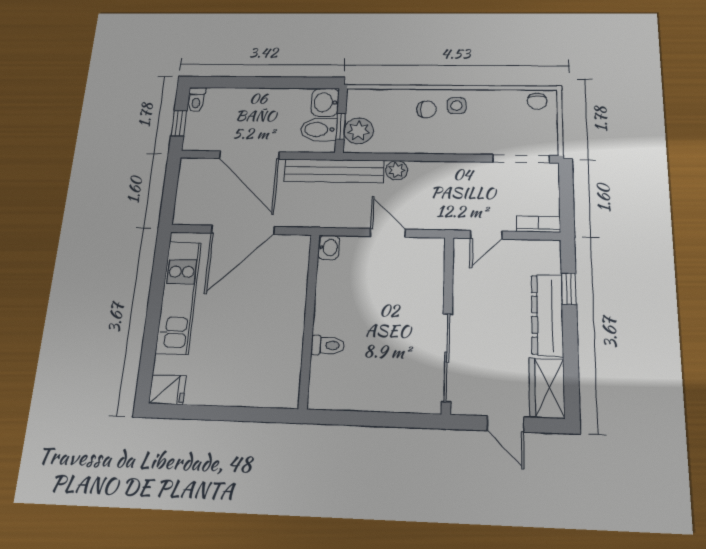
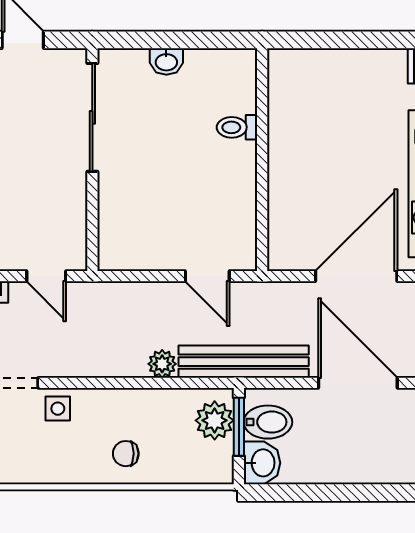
side table: (457, 106) -> (58, 409), moved
window: (341, 126) -> (239, 427), width x1.50
door: (388, 233) -> (207, 276), moved
door: (486, 235) -> (46, 276), swing flipped
washbasin: (329, 247) -> (166, 61), moved, turned -90

